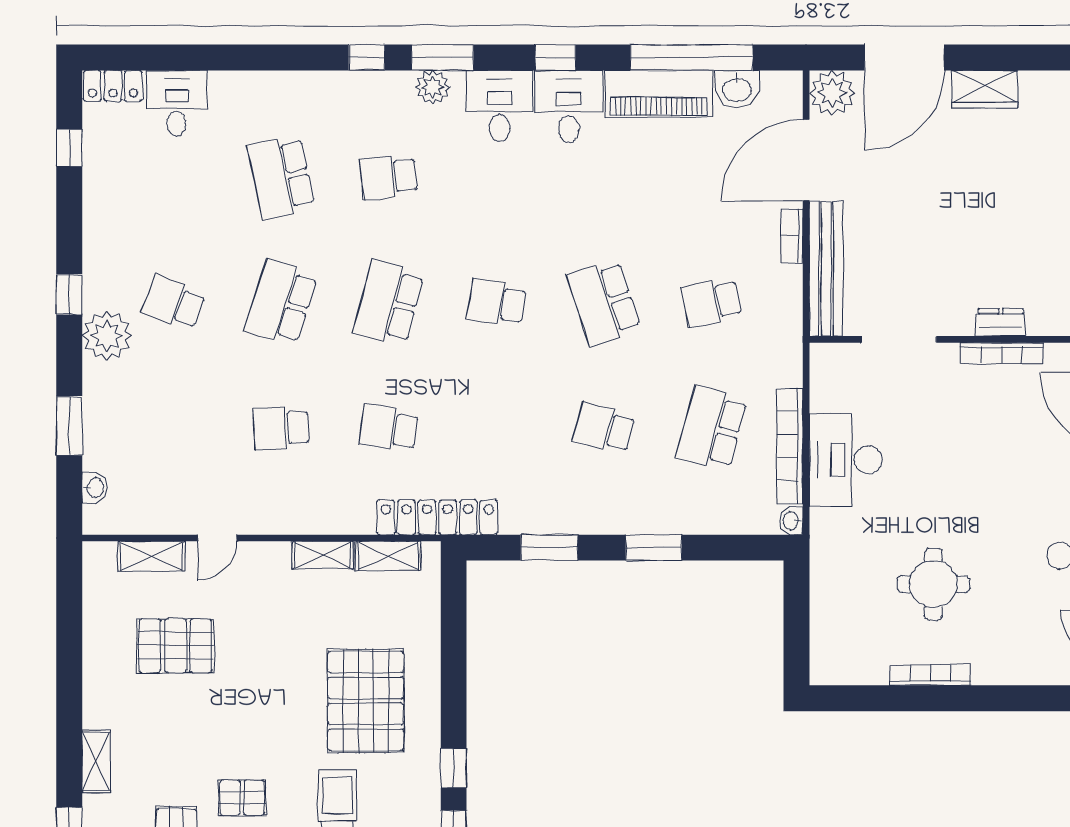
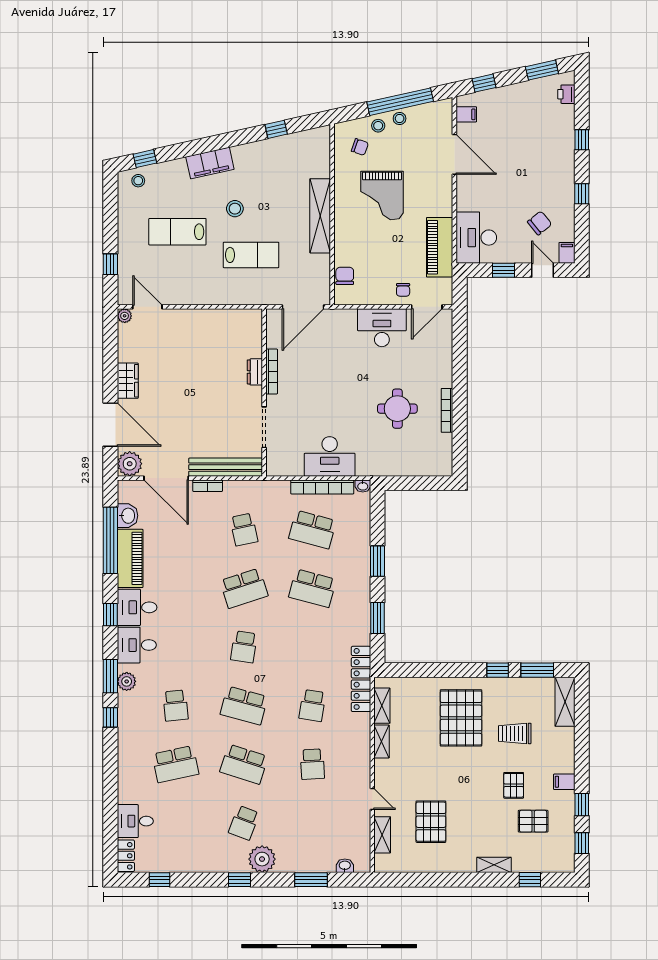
school desk: (604, 428) -> (312, 588), width x1.85
pallet: (366, 701) -> (461, 718), turned 90

